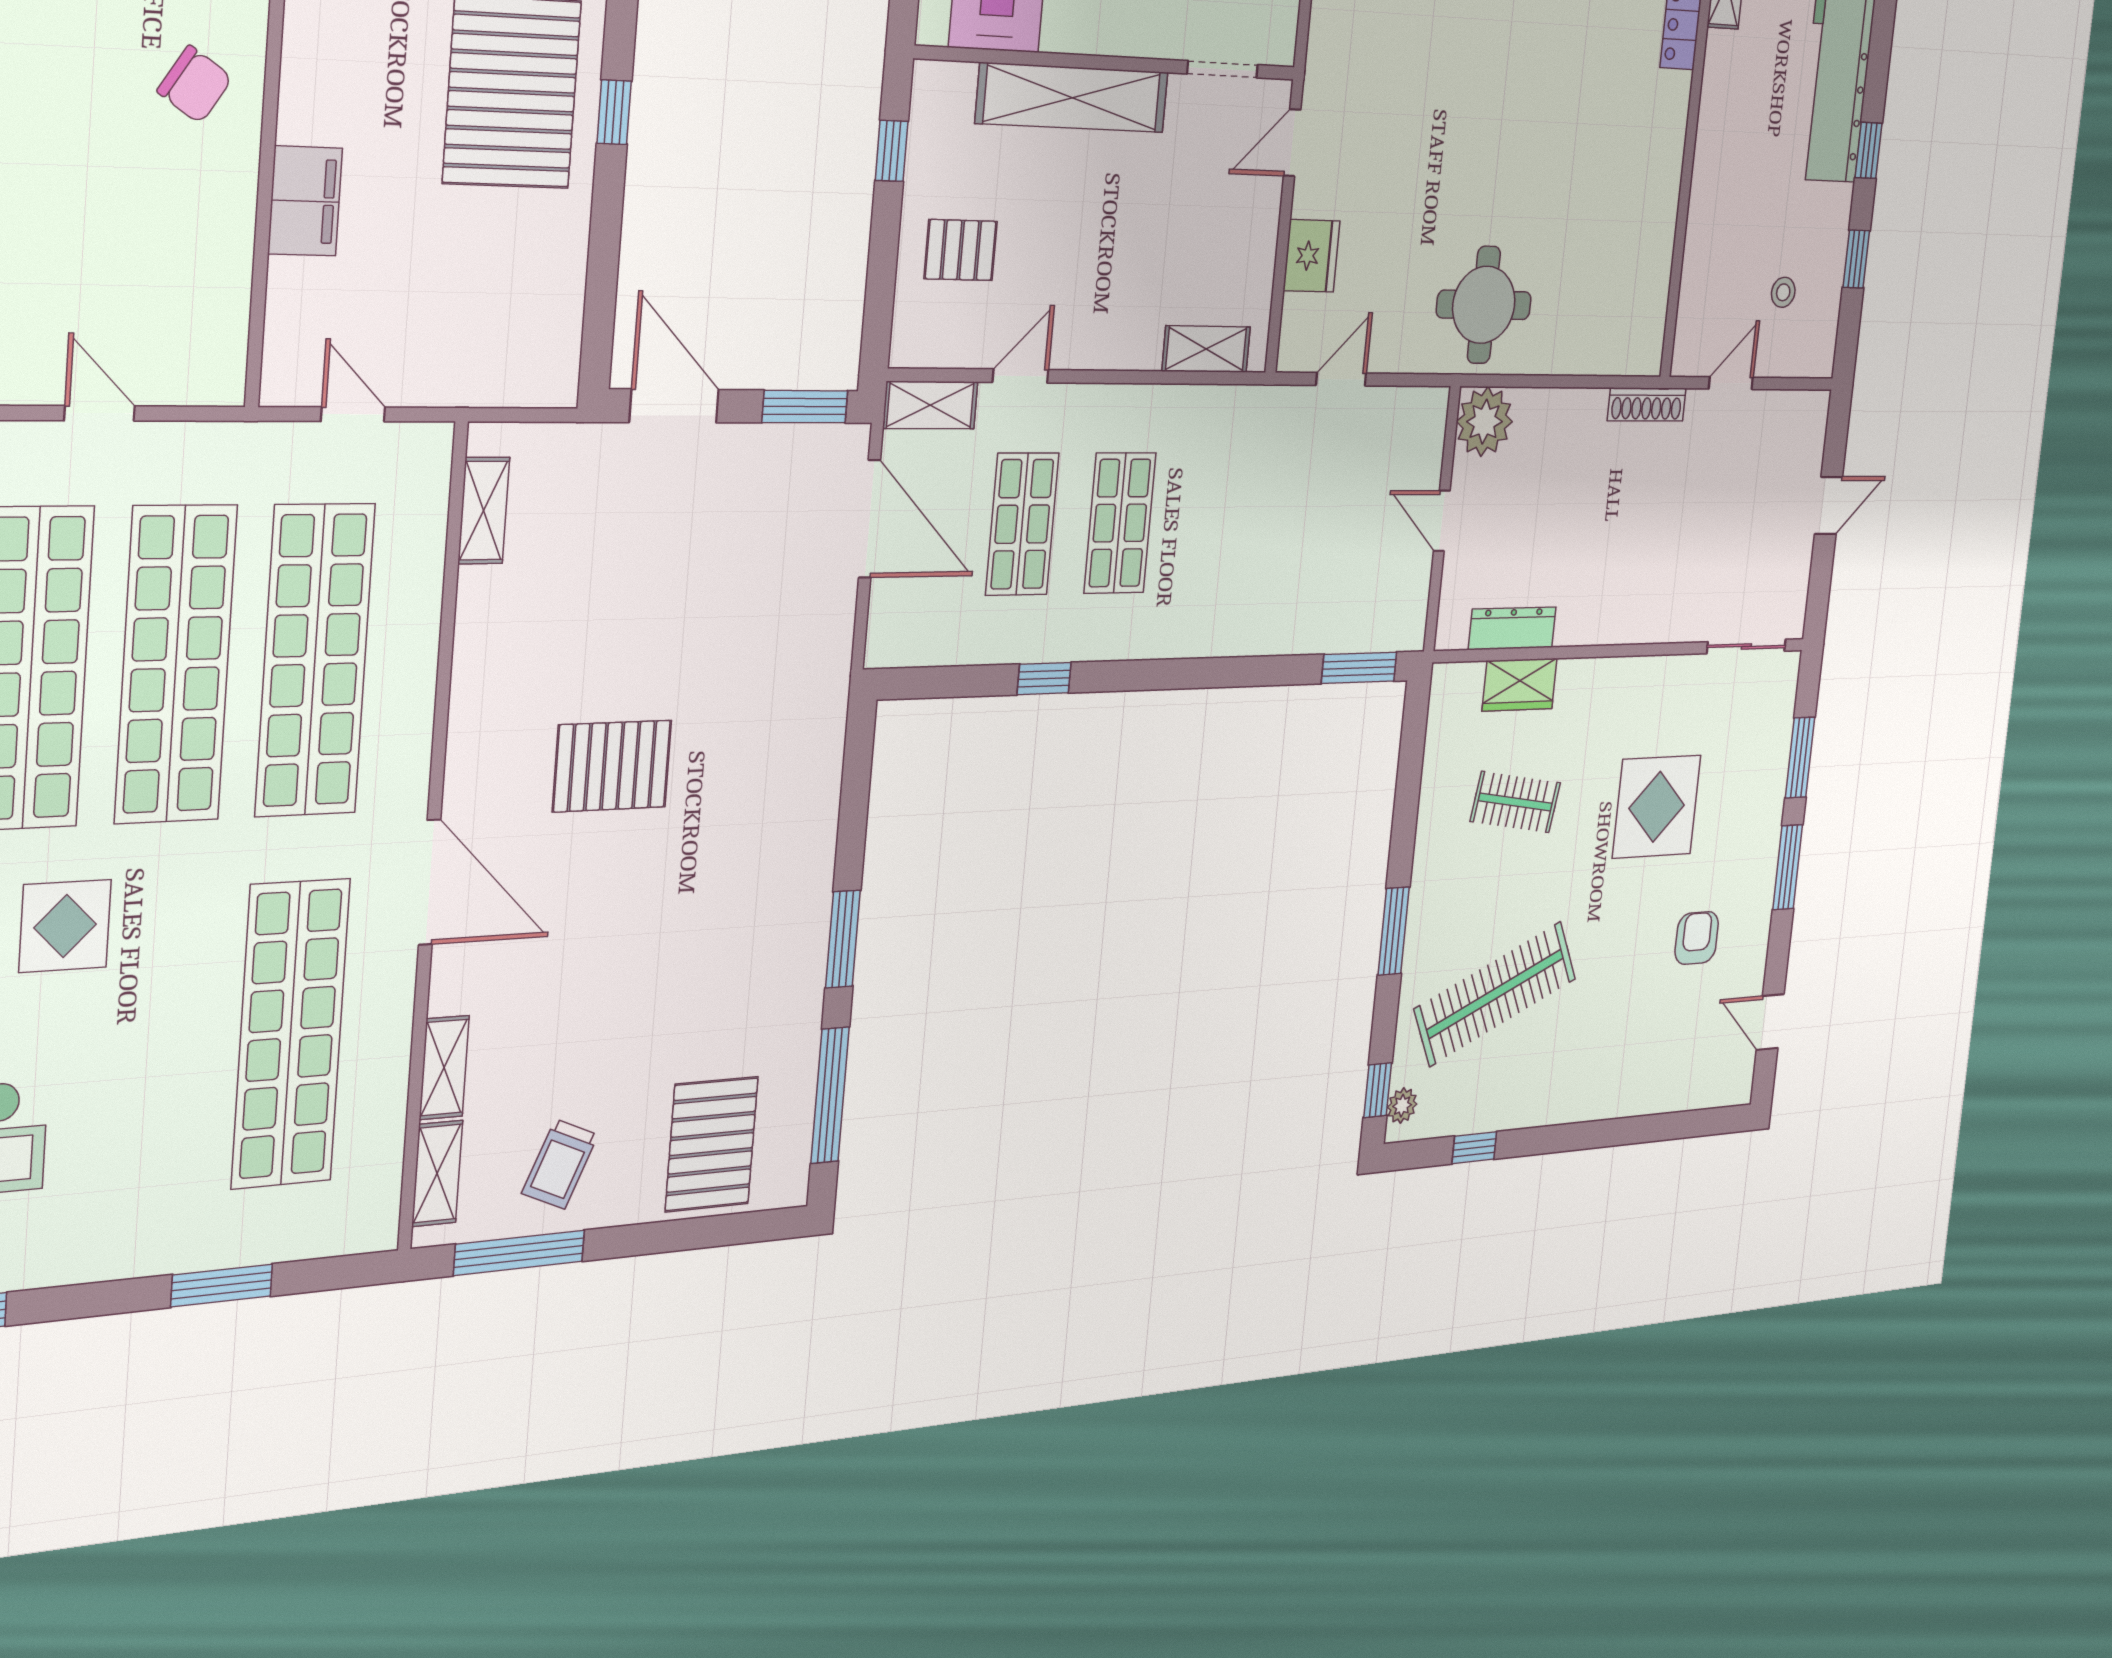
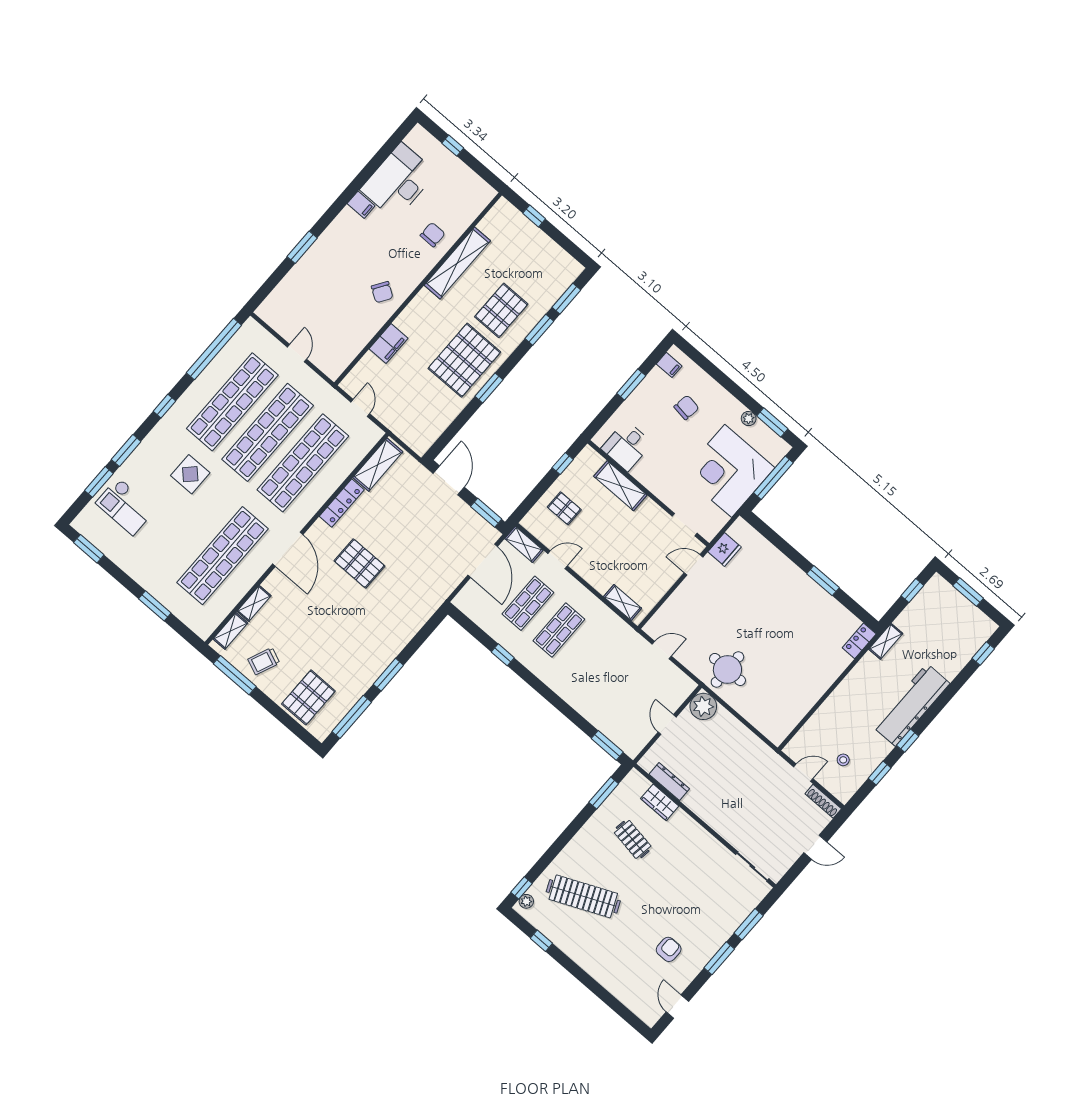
shelving: (1072, 98) -> (620, 486), width x0.68
window: (614, 112) -> (489, 388), width x1.50
fridge: (1312, 256) -> (725, 549), moved
shoe rack: (1647, 404) -> (823, 801), moved
shelving: (484, 511) -> (378, 465), width x1.50, depth x1.33
locker: (474, 670) -> (342, 503), added
display table: (1657, 807) -> (683, 890), removed
window: (1394, 931) -> (604, 793), moved

